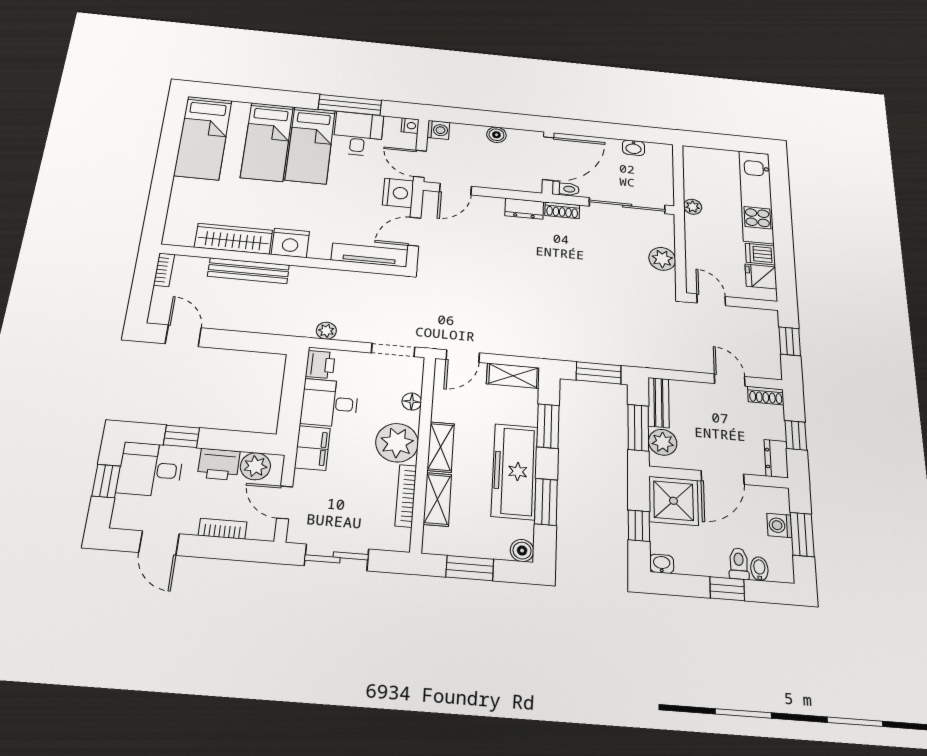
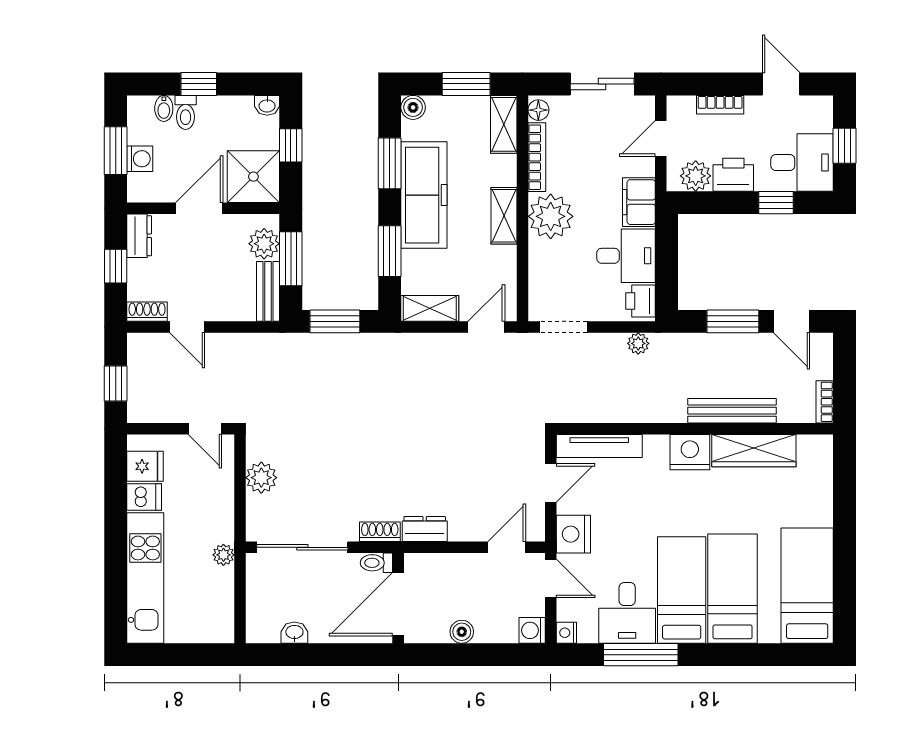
window: (237, 341) -> (733, 321), added
floor lamp: (412, 402) -> (538, 110), moved
shelving: (437, 499) -> (504, 124), moved
door: (285, 502) -> (661, 139), swing flipped

